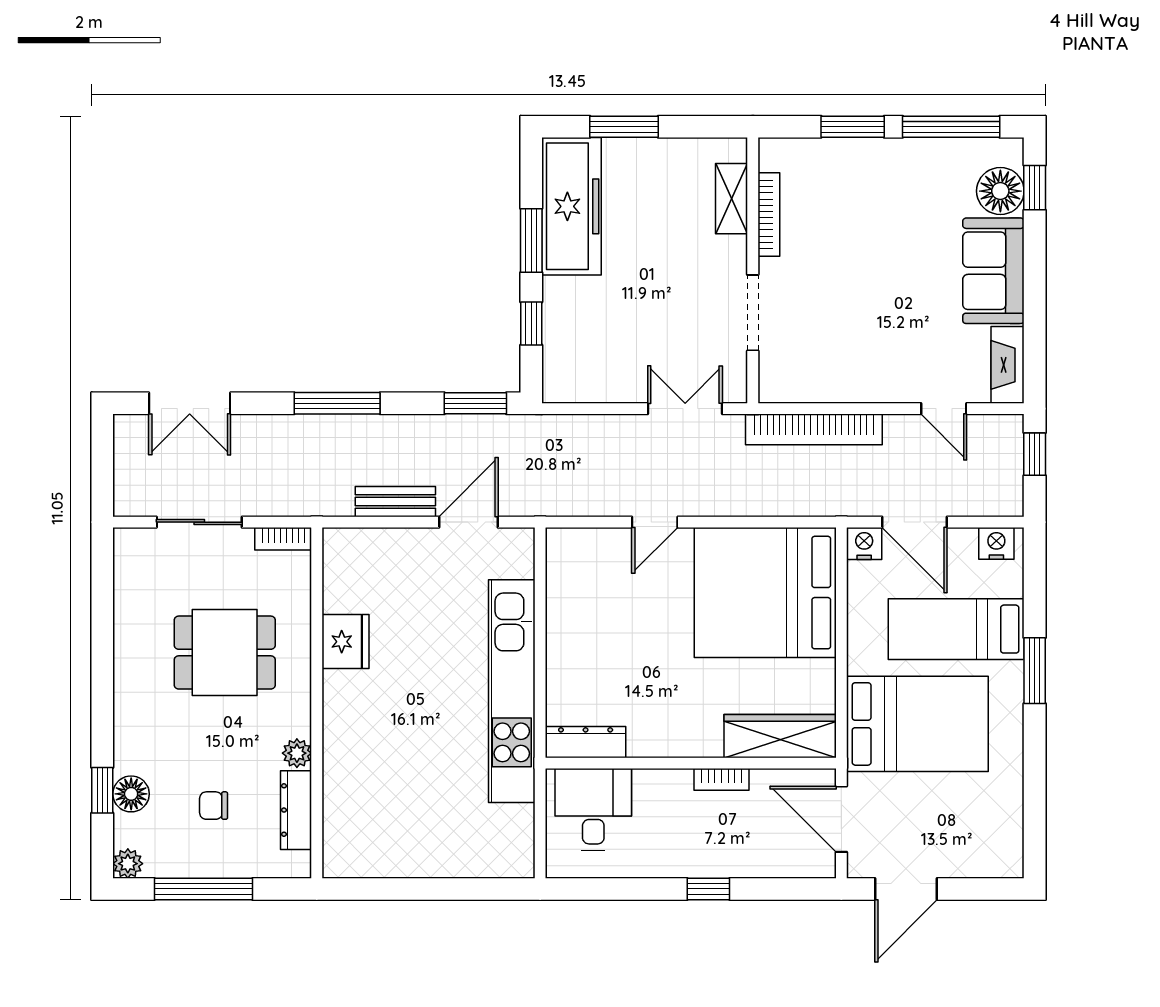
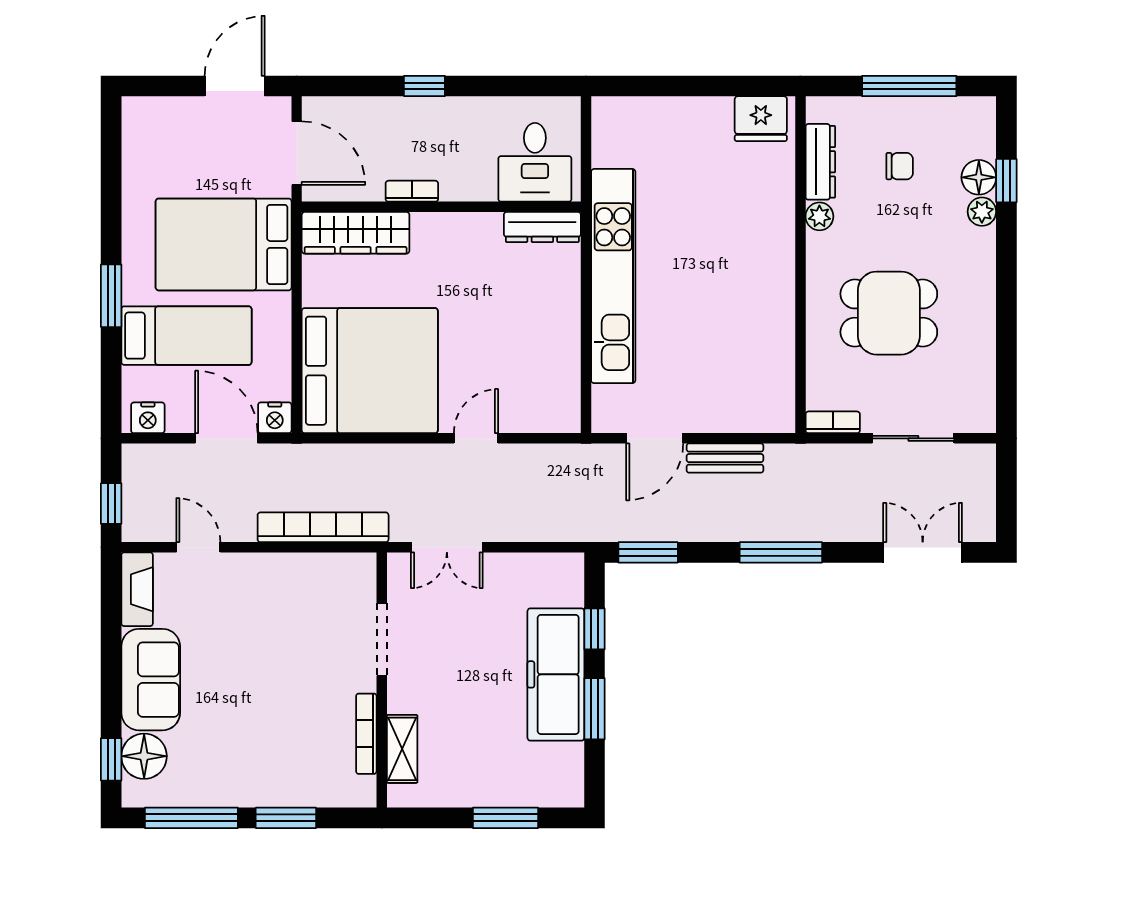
freezer: (571, 206) -> (556, 674), moved
fridge: (345, 642) -> (761, 119), moved, turned -90
plant: (128, 864) -> (982, 212), moved

